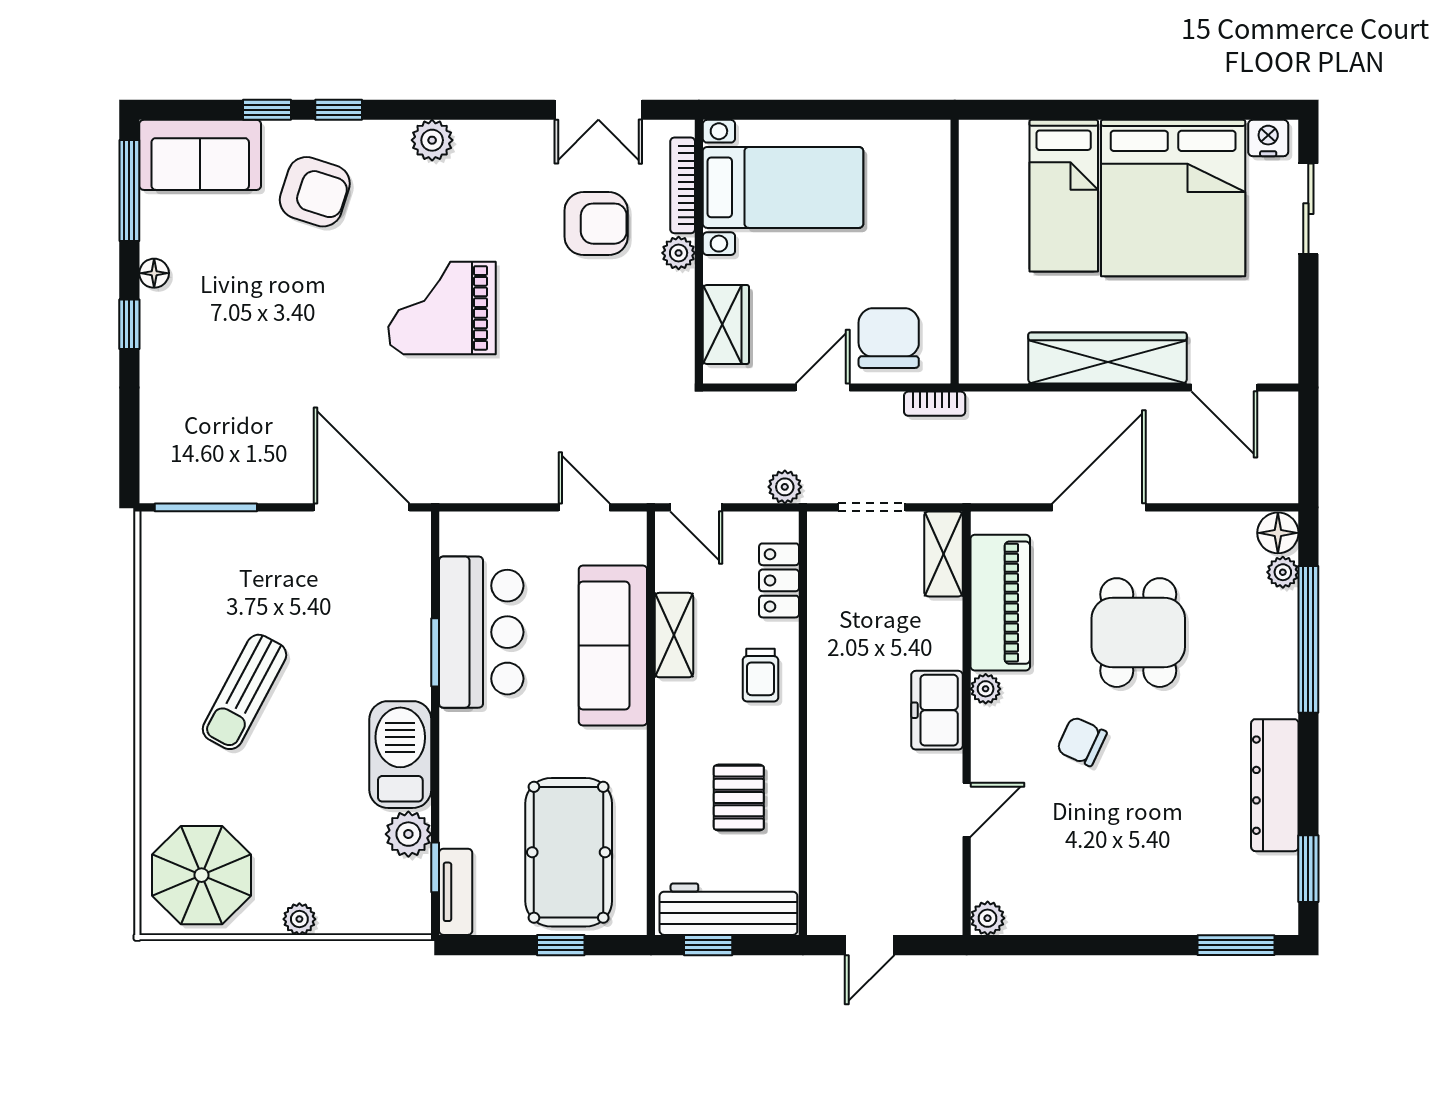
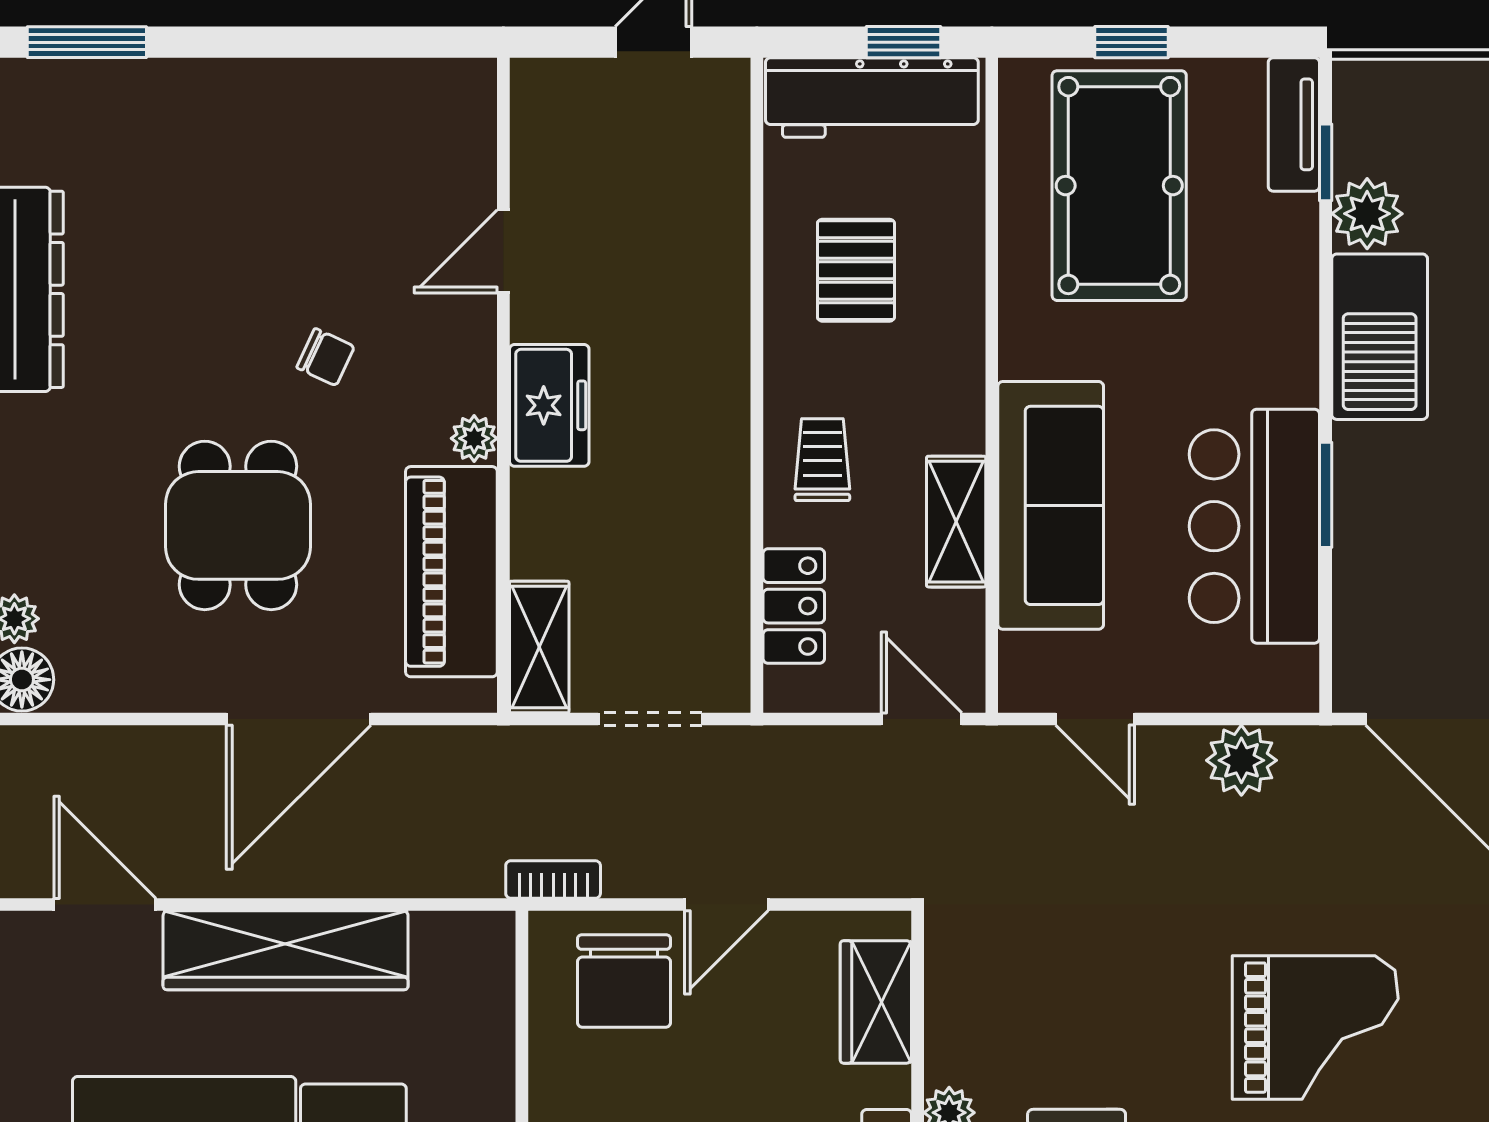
plant: (785, 487) -> (1241, 760), moved, width x1.38, depth x1.38
chair: (1082, 741) -> (326, 357), width x0.73, depth x0.73
plant: (988, 918) -> (471, 84), removed

